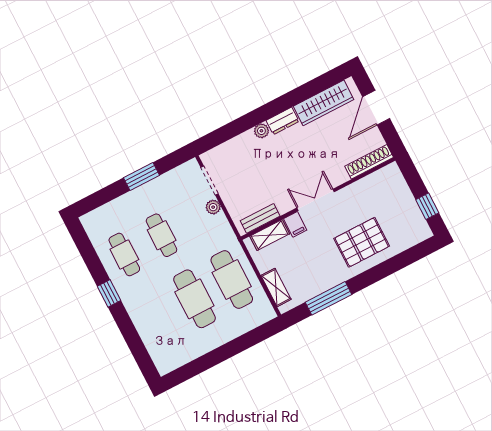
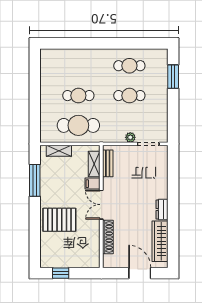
plant: (261, 131) -> (163, 193), removed
shoe rack: (369, 162) -> (108, 237), moved
window: (141, 177) -> (173, 77), moved
double door: (316, 200) -> (101, 205), swing flipped
pallet: (362, 242) -> (59, 220), turned 90
window: (109, 293) -> (110, 43), removed
cafe table: (194, 299) -> (78, 96), width x0.73, depth x0.74

